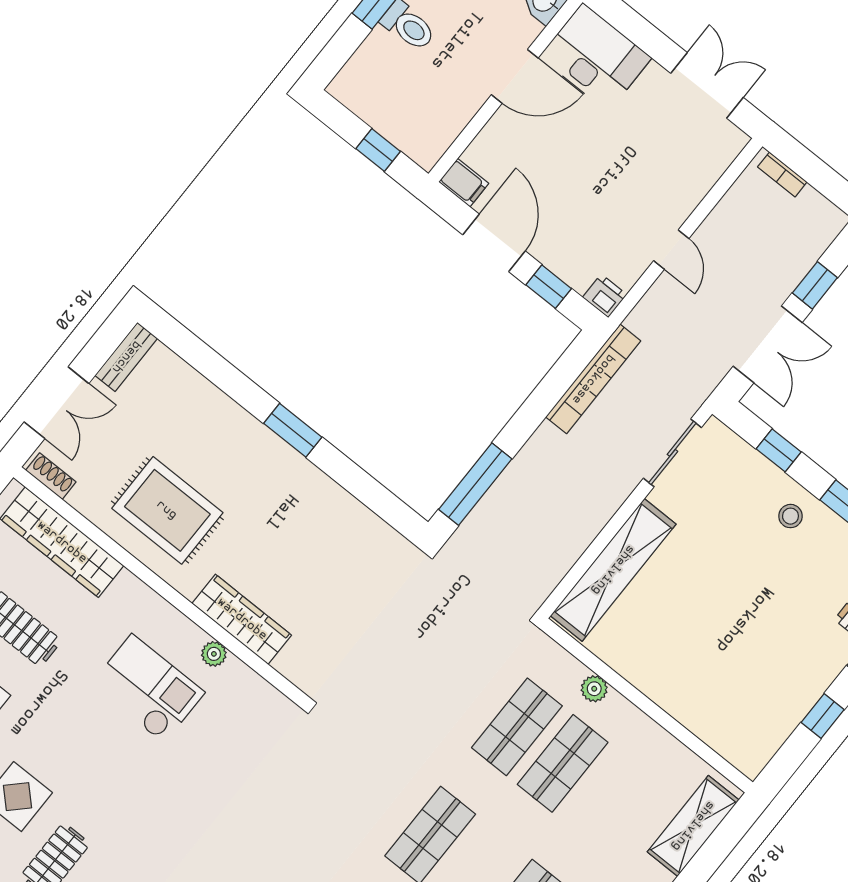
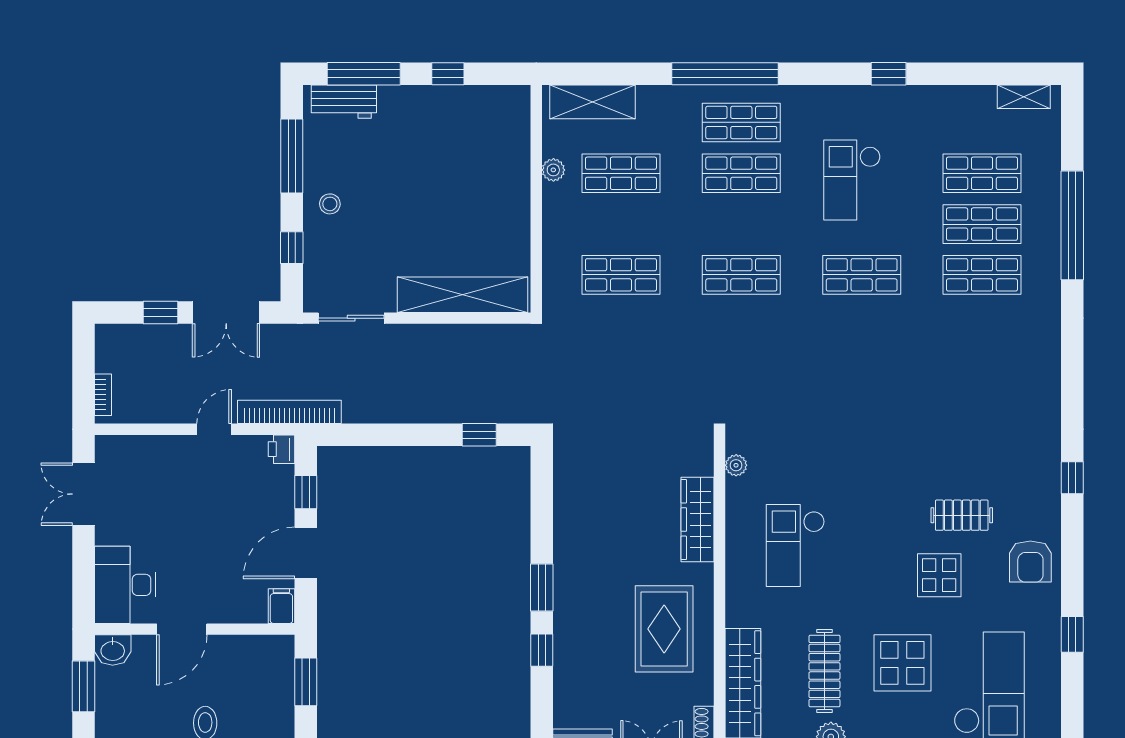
door: (515, 76) -> (182, 629), swing flipped
window: (378, 150) -> (306, 682), width x1.50
double door: (768, 344) -> (226, 313), swing flipped
bookcase: (593, 379) -> (289, 412), moved
window: (237, 385) -> (542, 650), added
window: (475, 484) -> (479, 435), width x0.46
plant: (214, 654) -> (736, 465), moved
plant: (594, 689) -> (553, 170), moved
shop shelf: (563, 763) -> (621, 173), moved

